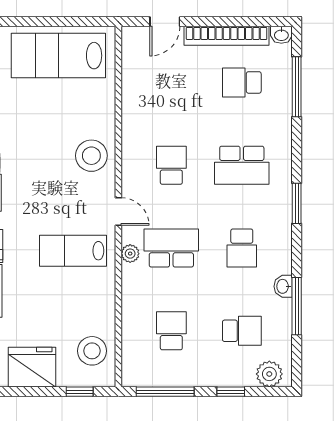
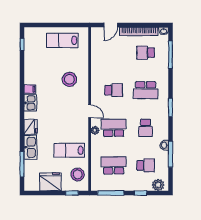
lab bench: (58, 56) -> (62, 40), width x0.73, depth x0.72
stool: (91, 156) -> (69, 79), moved
school desk: (171, 165) -> (114, 90), turned 90
lab bench: (73, 251) -> (69, 150), moved
school desk: (171, 331) -> (114, 165), width x1.85

